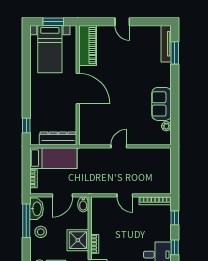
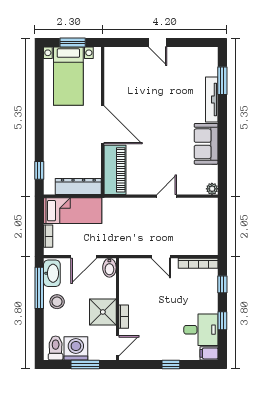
tv unit: (166, 44) -> (212, 100), moved
piano: (88, 46) -> (115, 170), moved
plant: (166, 126) -> (212, 189), moved
door: (119, 146) -> (167, 196), moved

